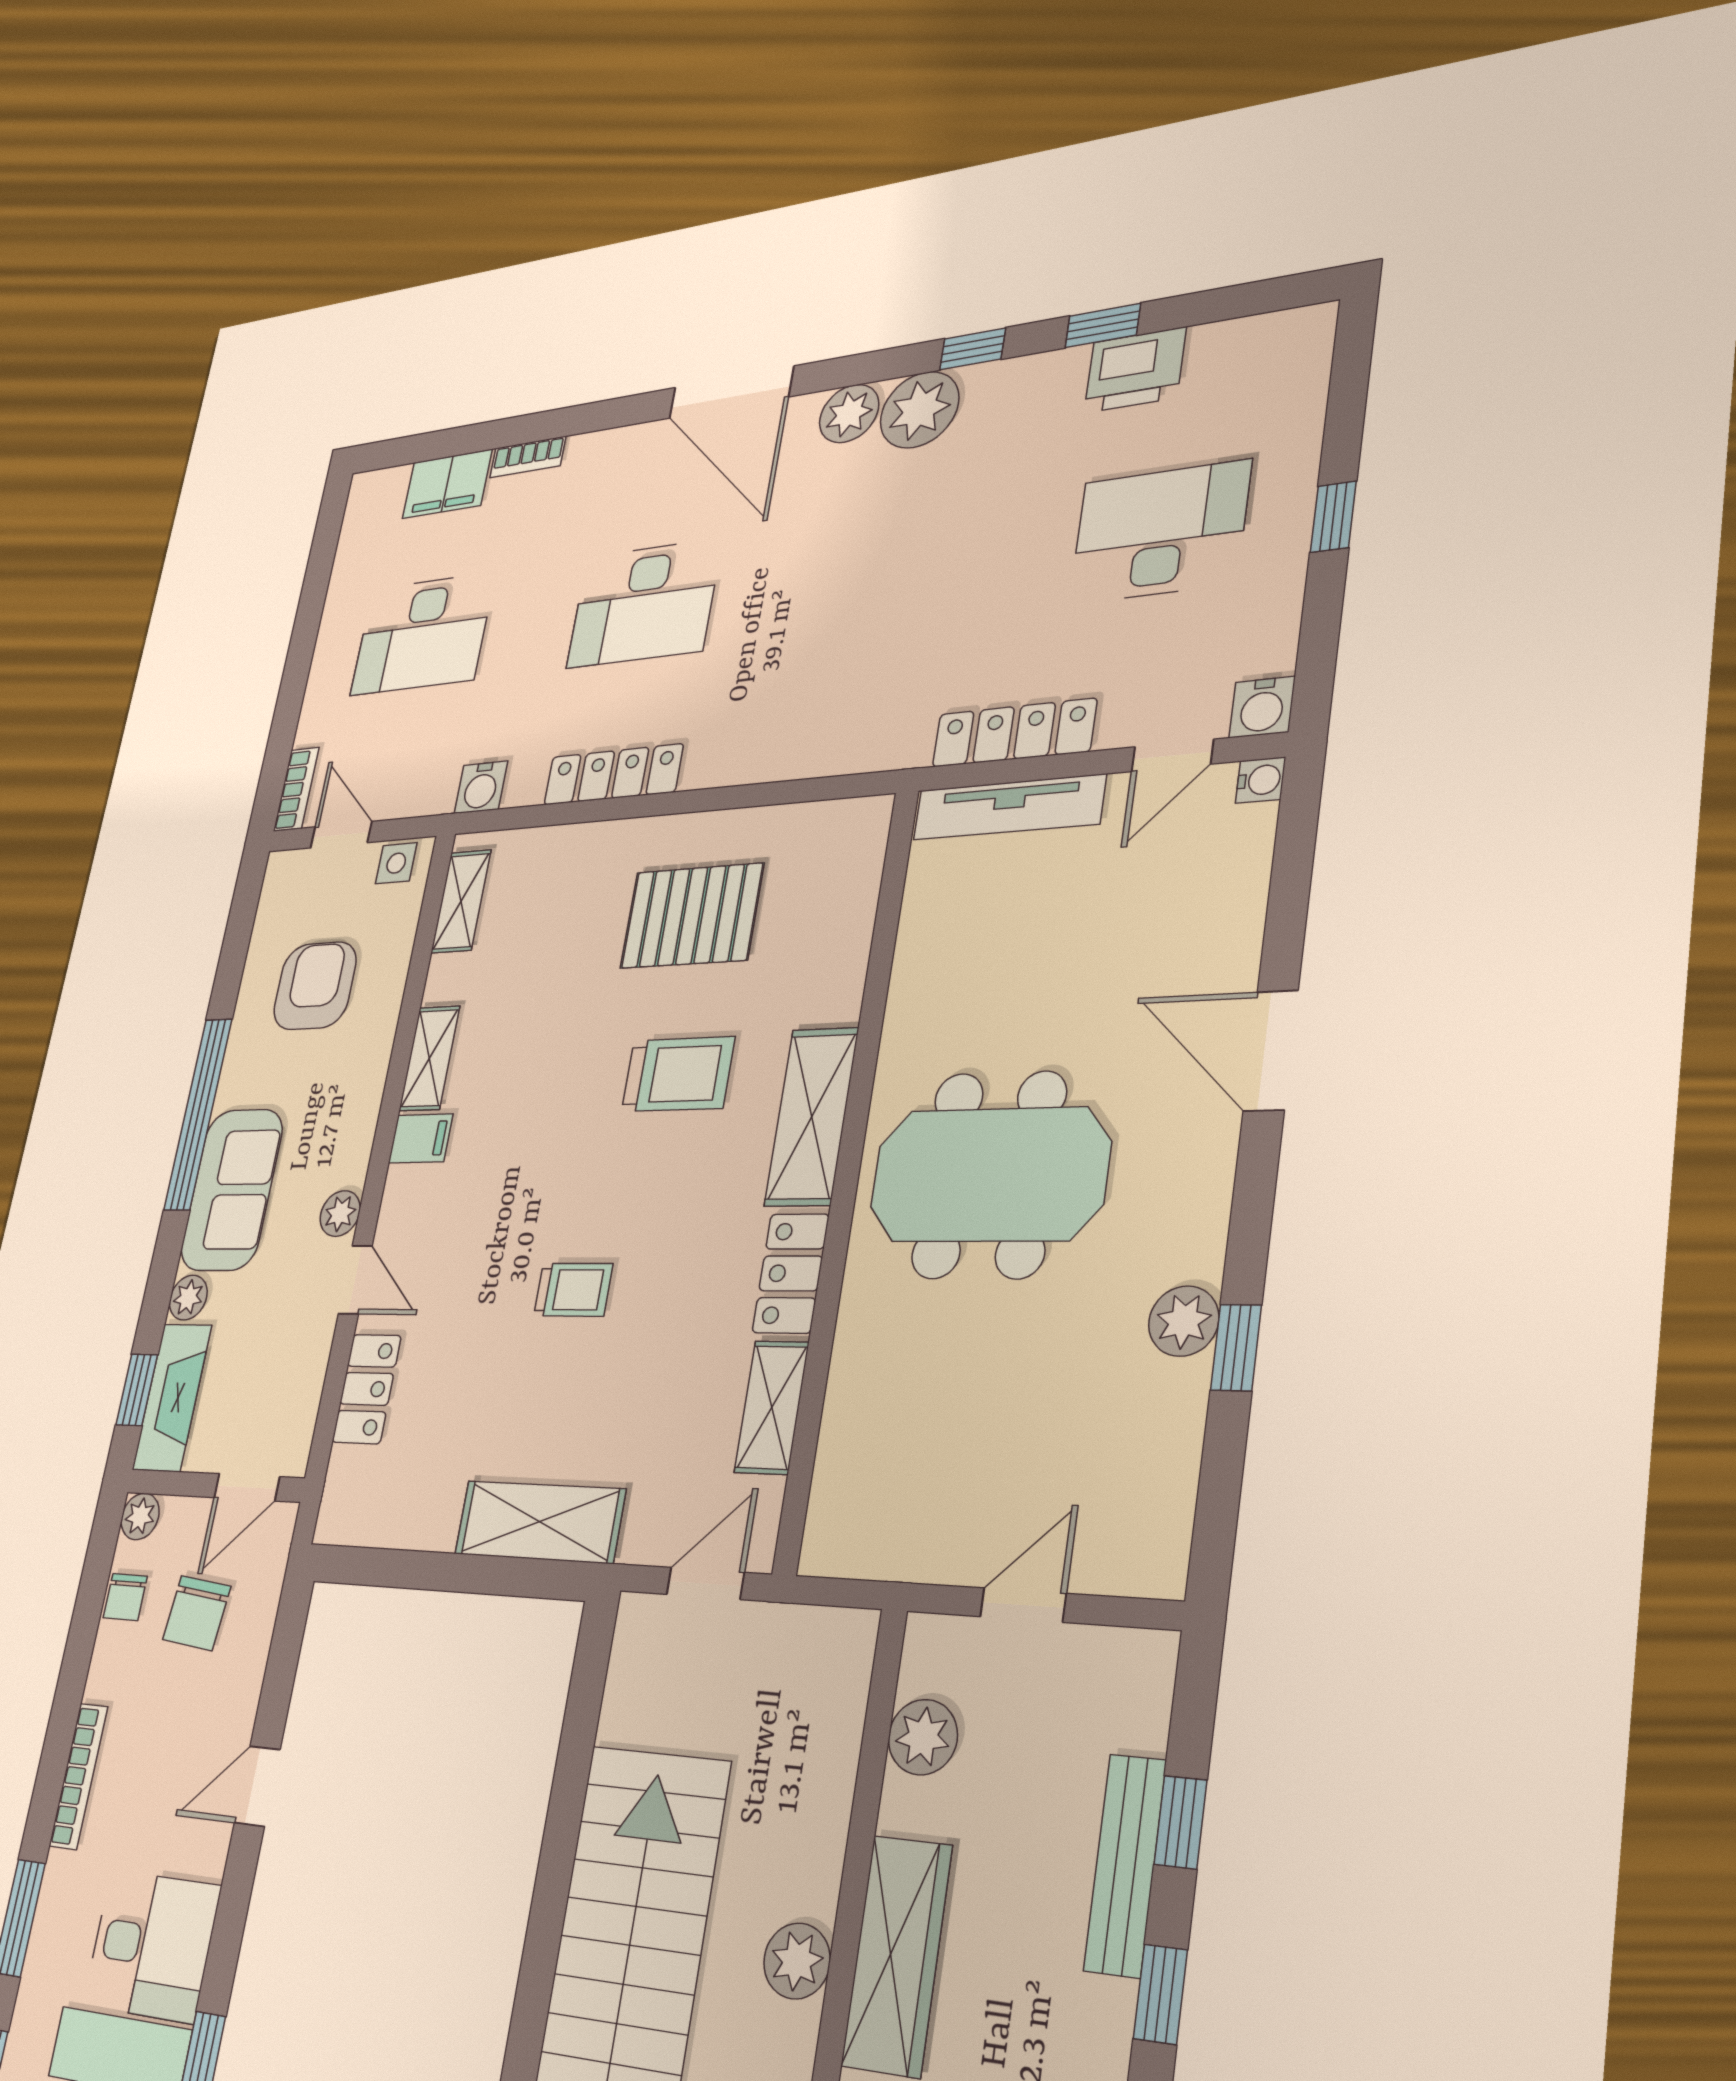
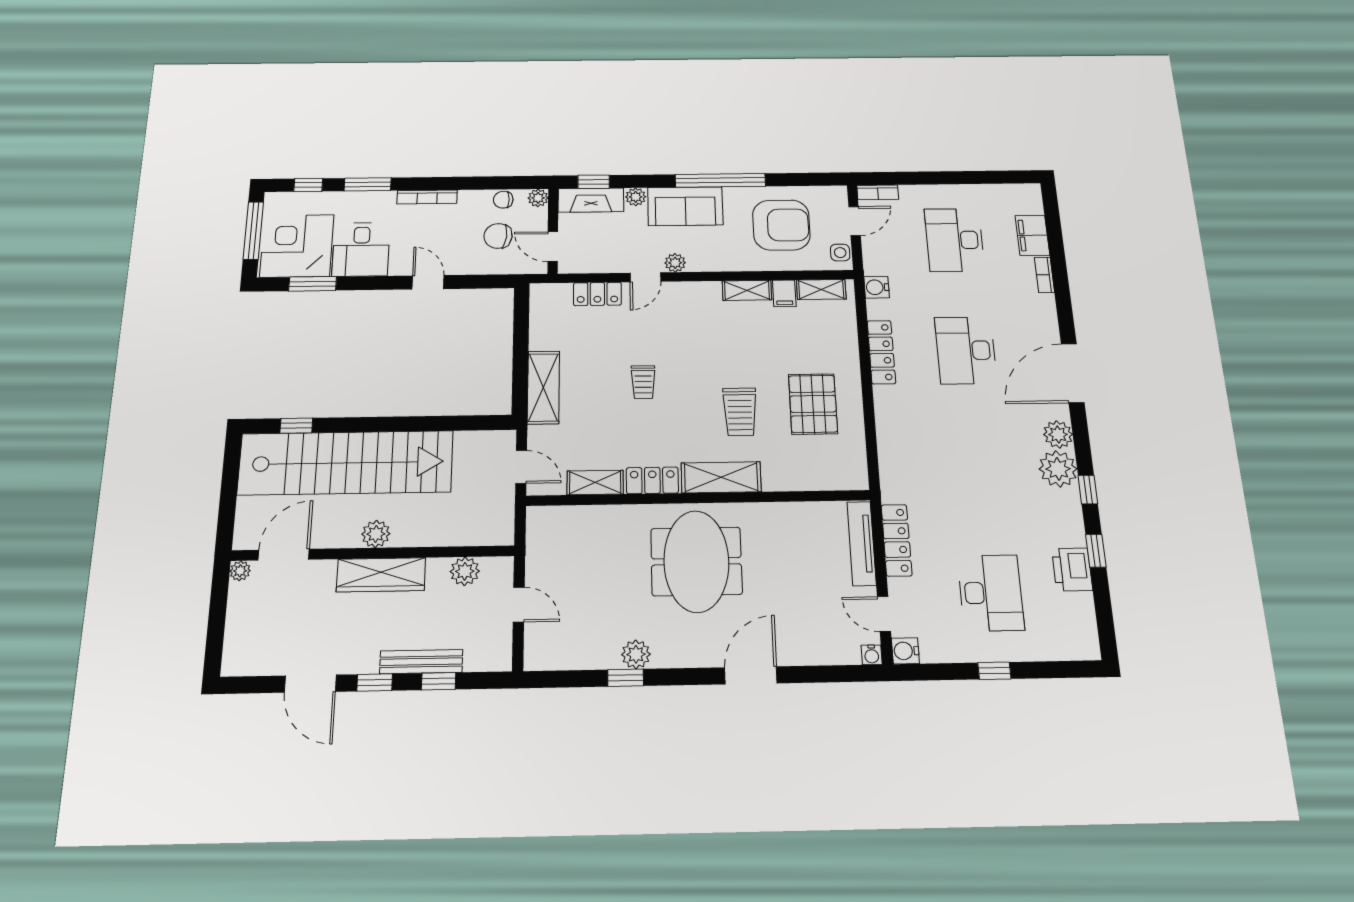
armchair: (315, 986) -> (781, 225), width x1.36, depth x1.36
filing cabinet: (421, 1138) -> (784, 293), moved

